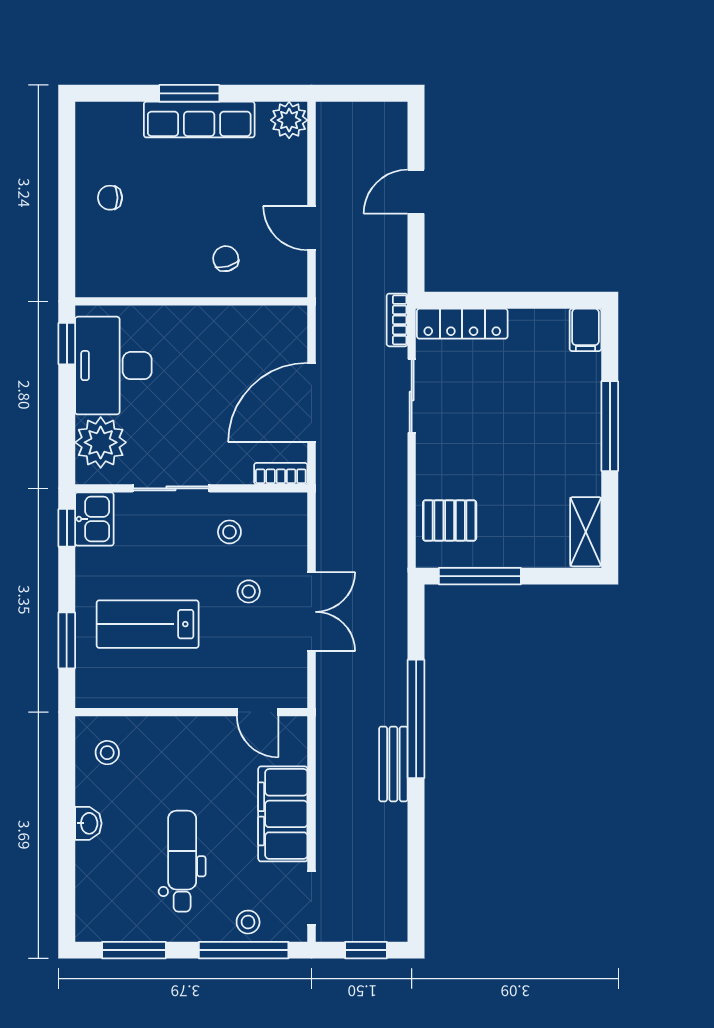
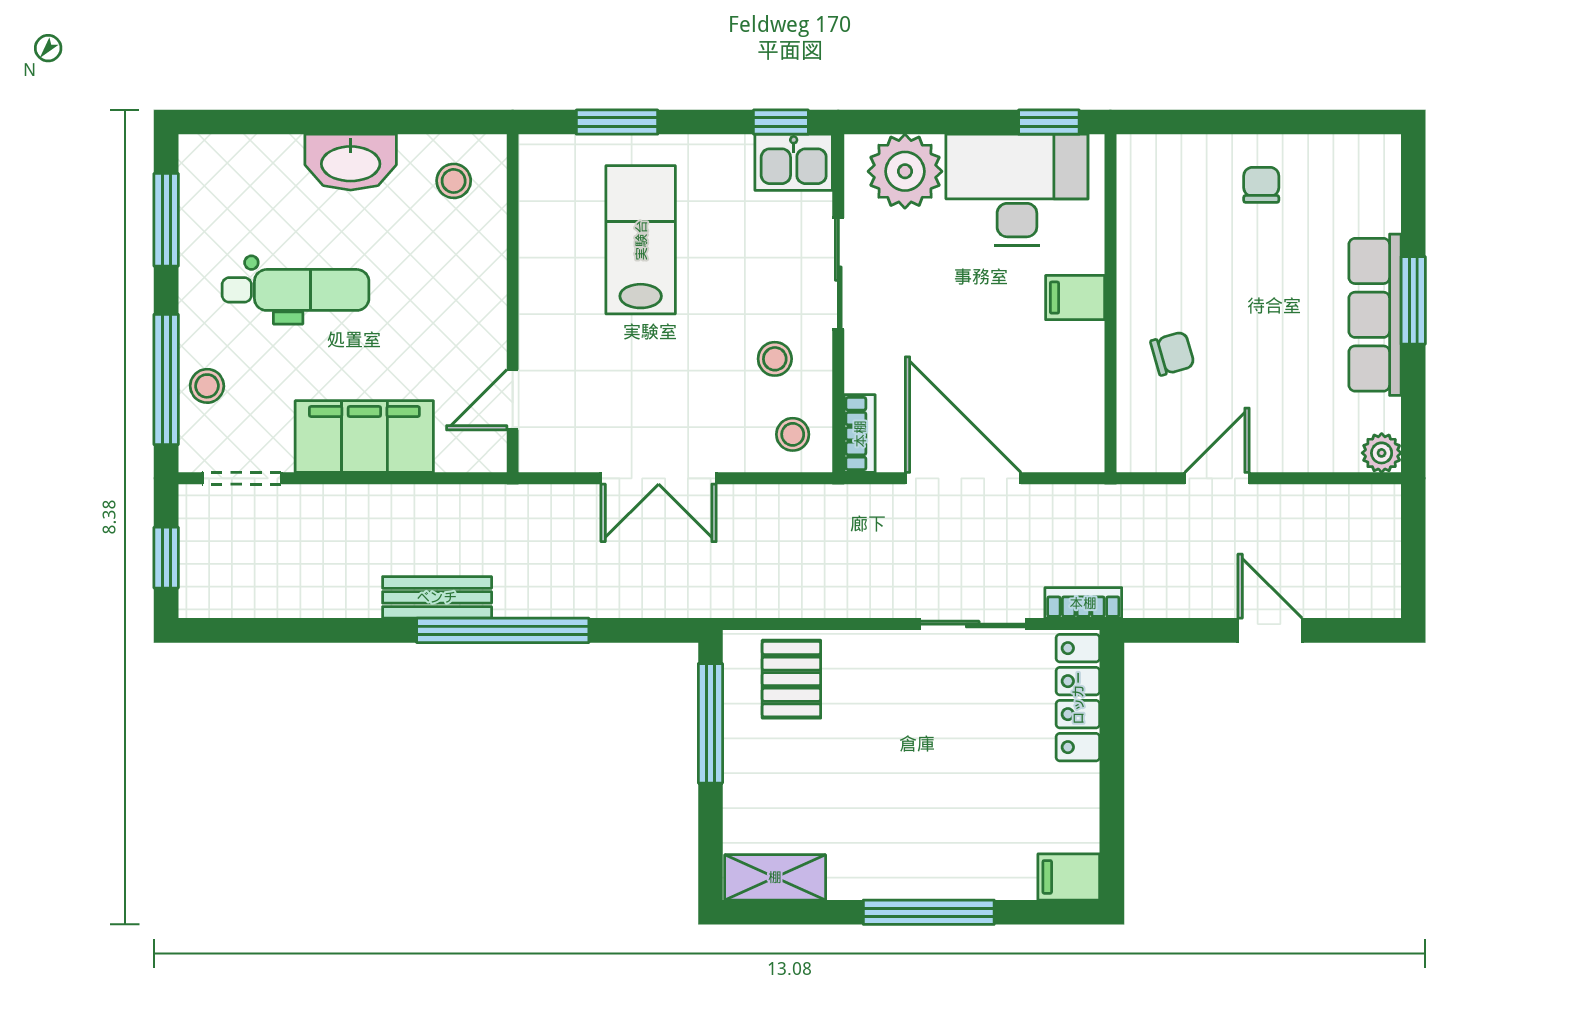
plant: (289, 120) -> (1382, 453), width x0.73, depth x0.73
filing cabinet: (187, 326) -> (1075, 298), added
stool: (249, 591) -> (793, 434), moved
washbasin: (88, 823) -> (351, 162), width x1.91, depth x1.45

